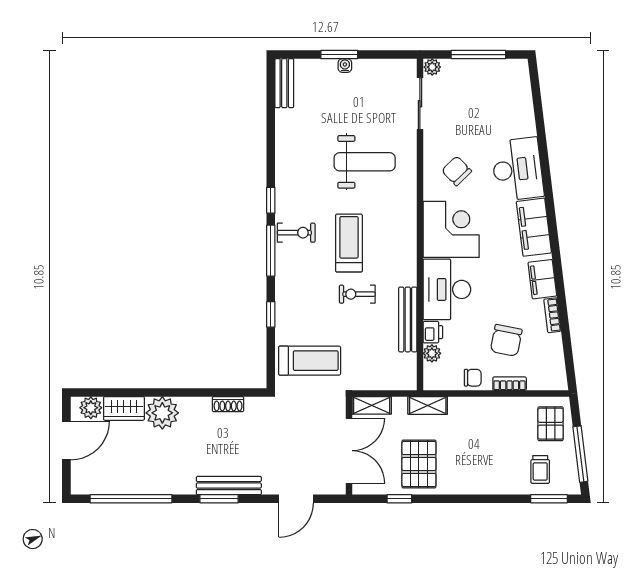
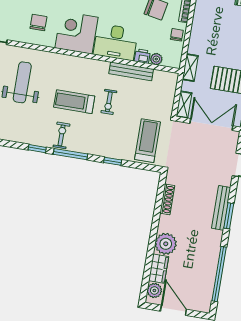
chair: (457, 171) -> (38, 23), turned 134
shoe rack: (228, 404) -> (167, 199), width x1.43

